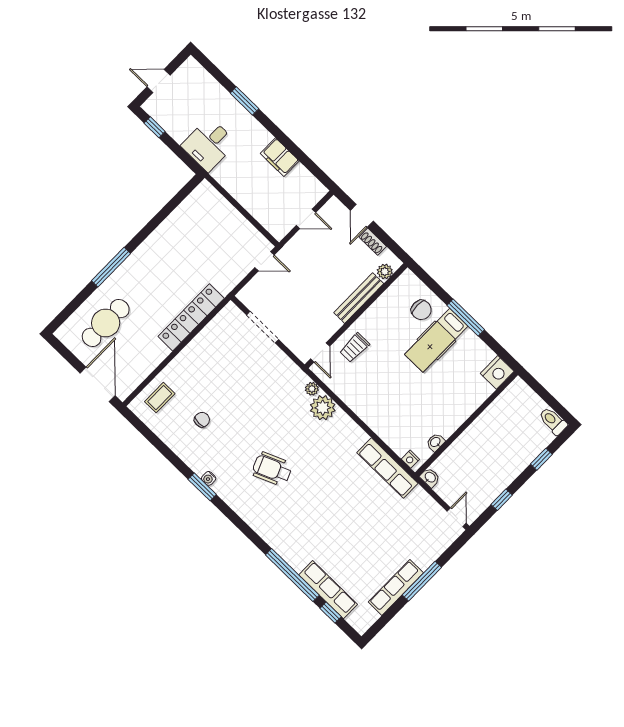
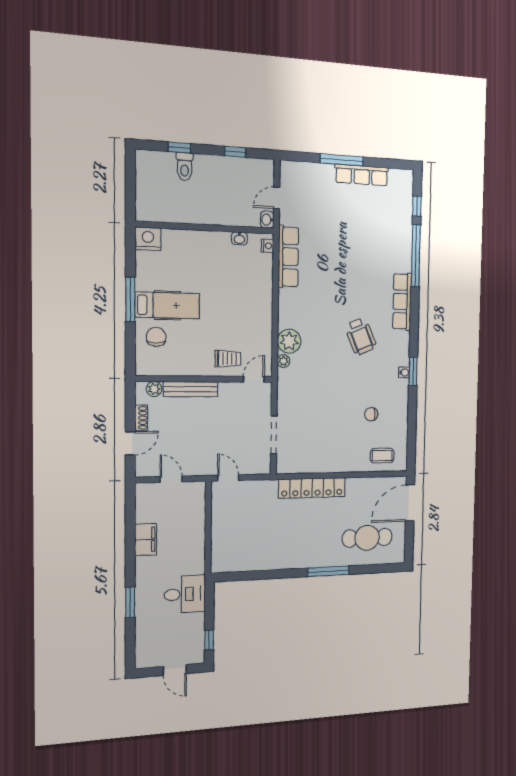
toilet: (553, 421) -> (185, 167), moved
door: (457, 517) -> (277, 198), moved
row of seats: (328, 590) -> (402, 302), moved

